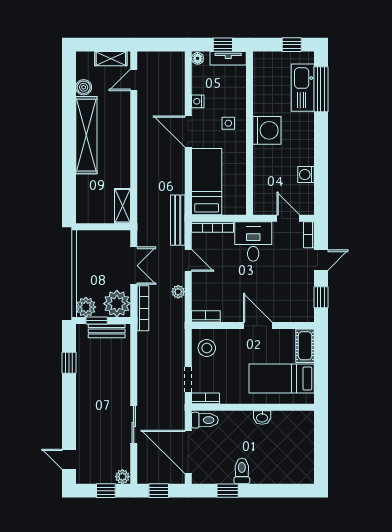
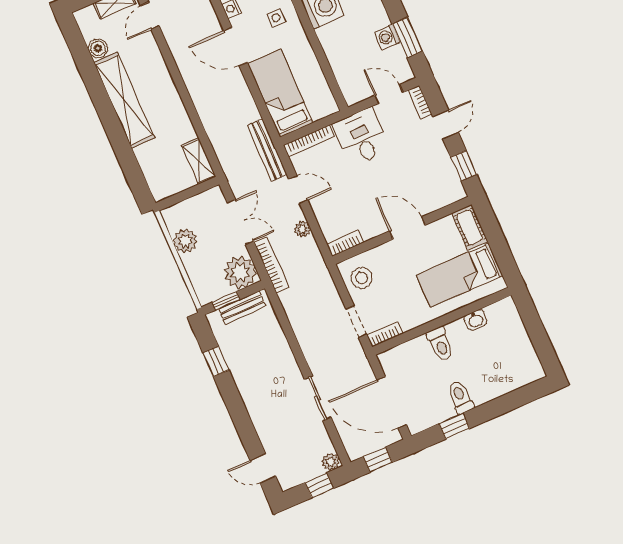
window: (321, 182) -> (407, 38), added
plant: (86, 307) -> (185, 241), moved
washbasin: (262, 418) -> (475, 320), moved
toilet: (205, 420) -> (440, 344), moved, turned 90

